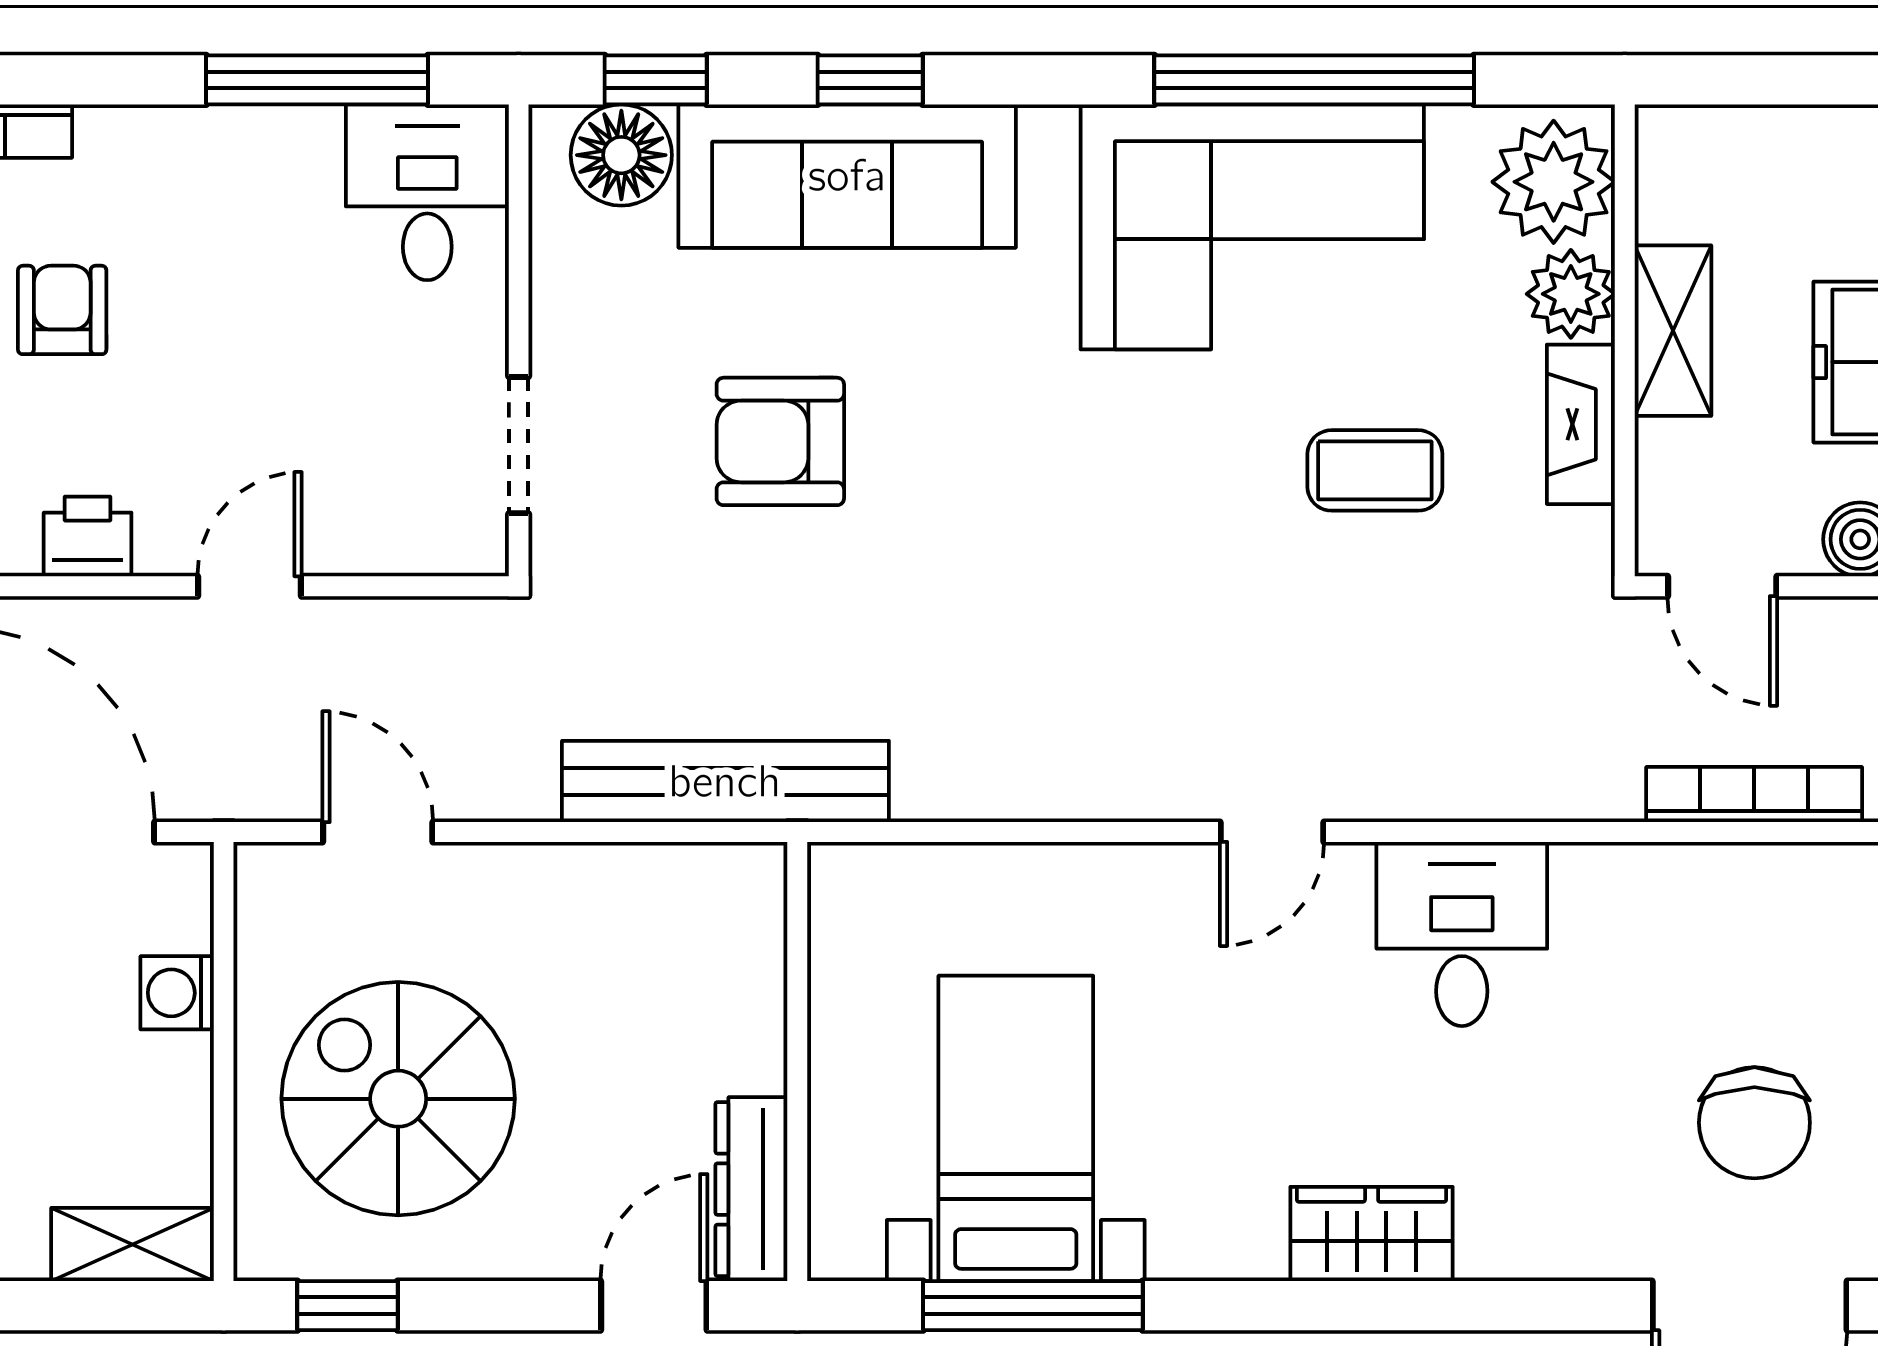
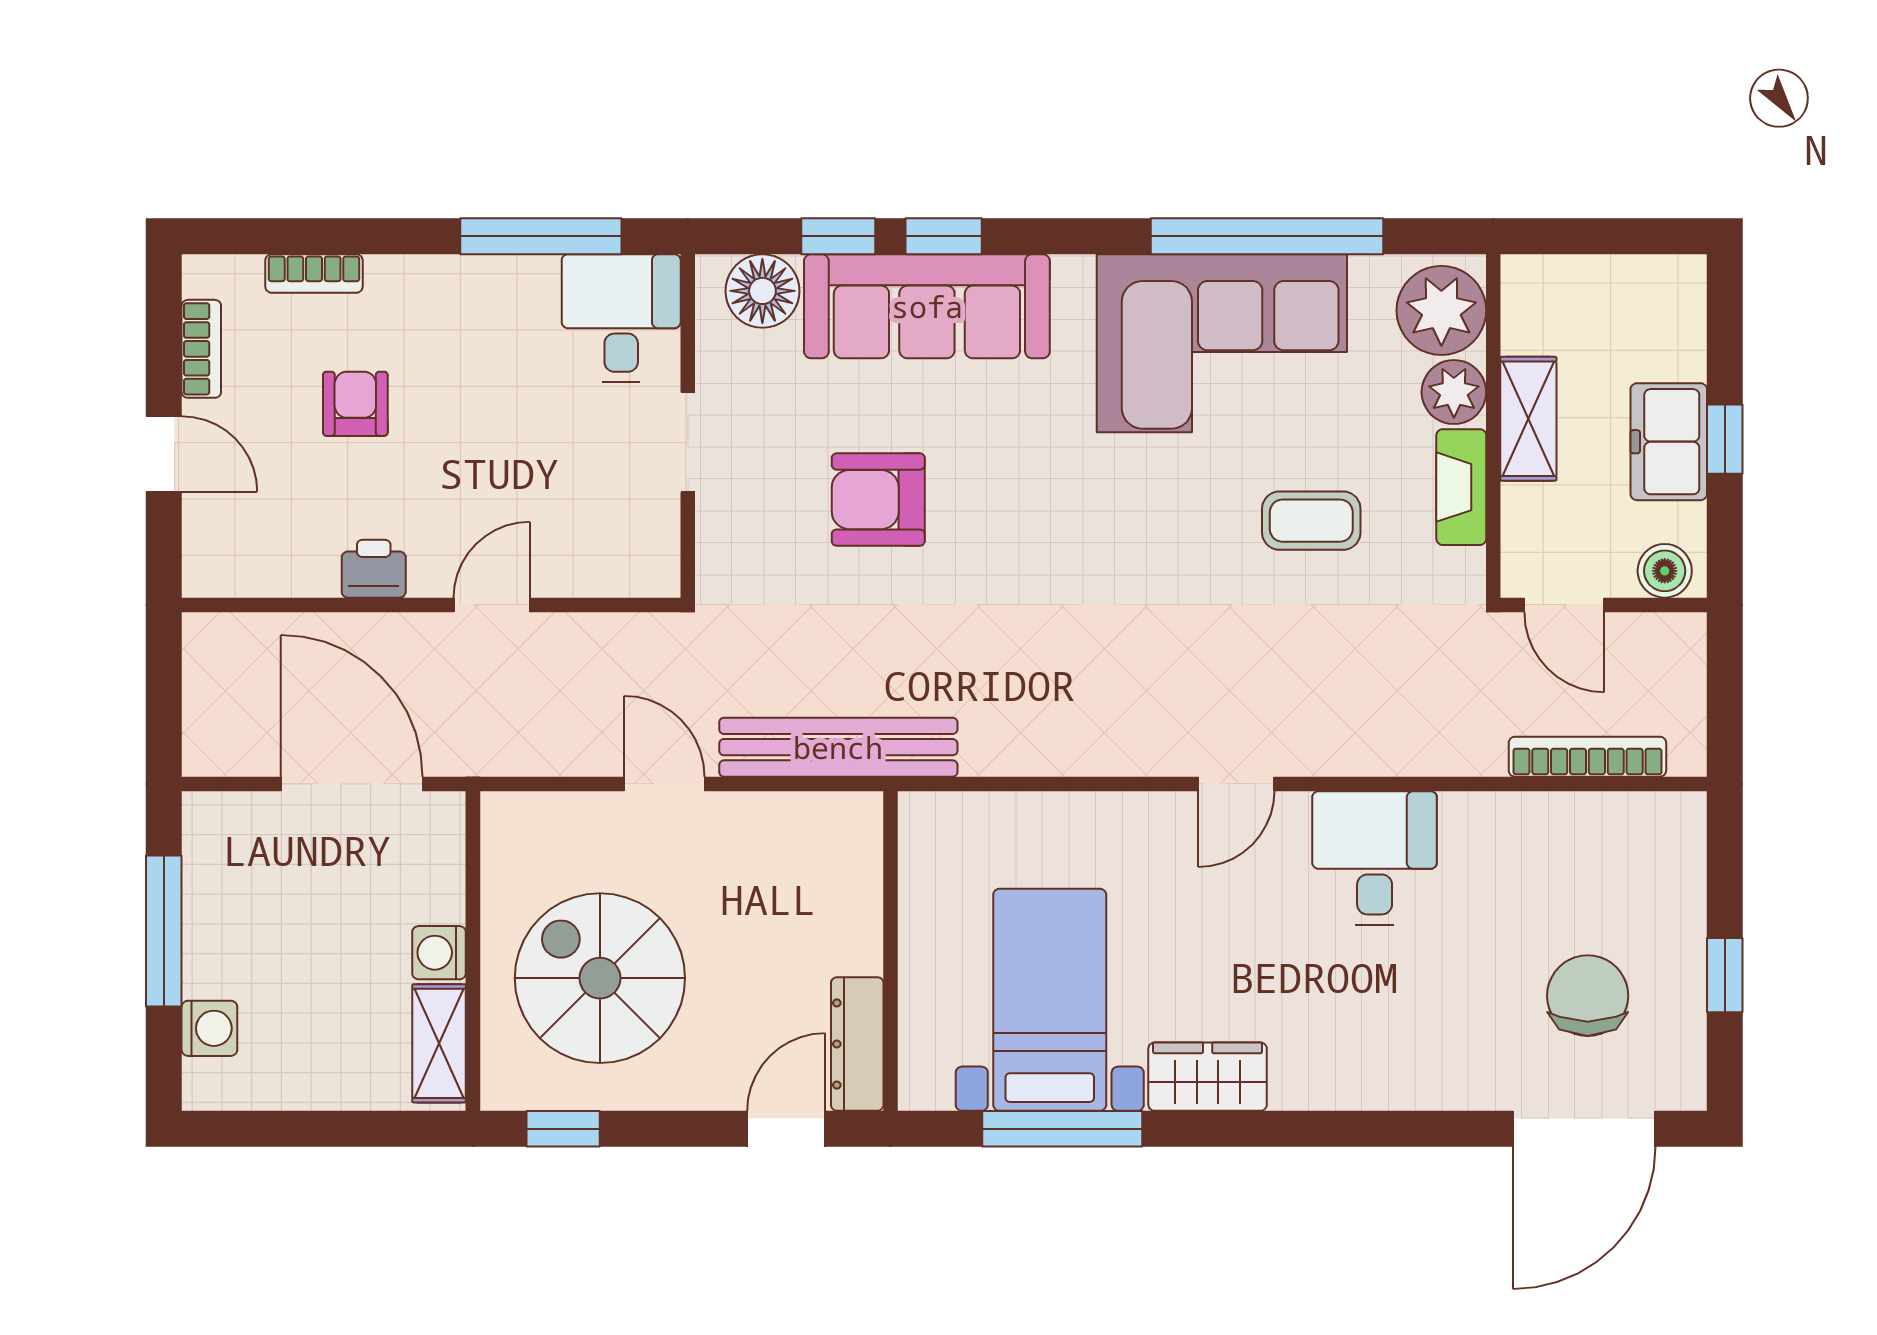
window: (656, 80) -> (838, 236), moved
doorway: (519, 445) -> (688, 442), moved
door: (378, 832) -> (664, 784), moved
washing machine: (177, 993) -> (439, 953), moved
chair: (1754, 1123) -> (1588, 996), turned 180
wardrobe: (1372, 1234) -> (1208, 1077), moved
shelving: (132, 1244) -> (439, 1043), moved, turned 90

